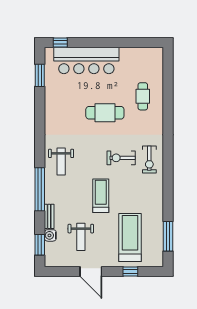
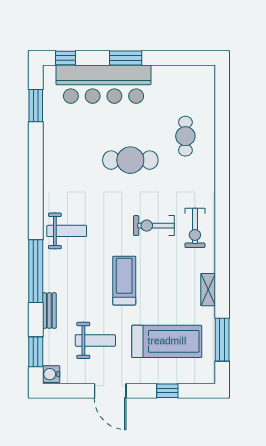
window: (102, 43) -> (126, 58), added
weight bench: (61, 162) -> (67, 231), turned -90
shelving: (158, 202) -> (208, 290), added
water cooler: (50, 235) -> (51, 374), moved
weight bench: (81, 237) -> (95, 340), turned -90
treadmill: (130, 238) -> (167, 341), turned 90

